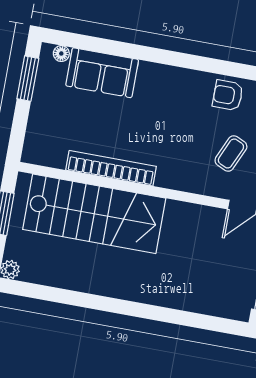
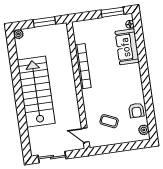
armchair: (228, 95) -> (136, 110), turned 180
stairs: (94, 214) -> (36, 92), moved, turned 180

